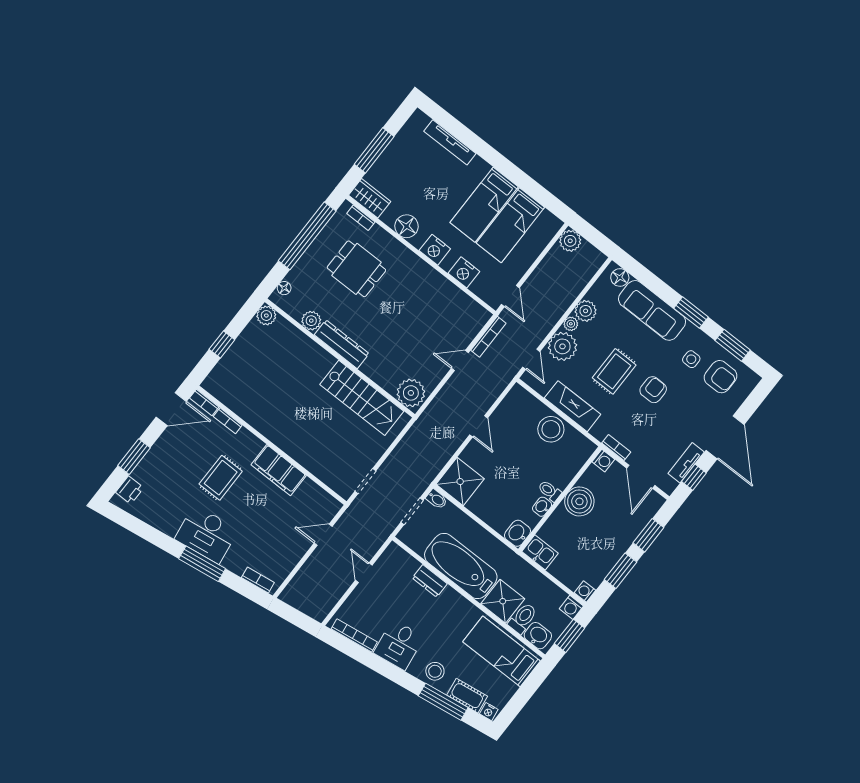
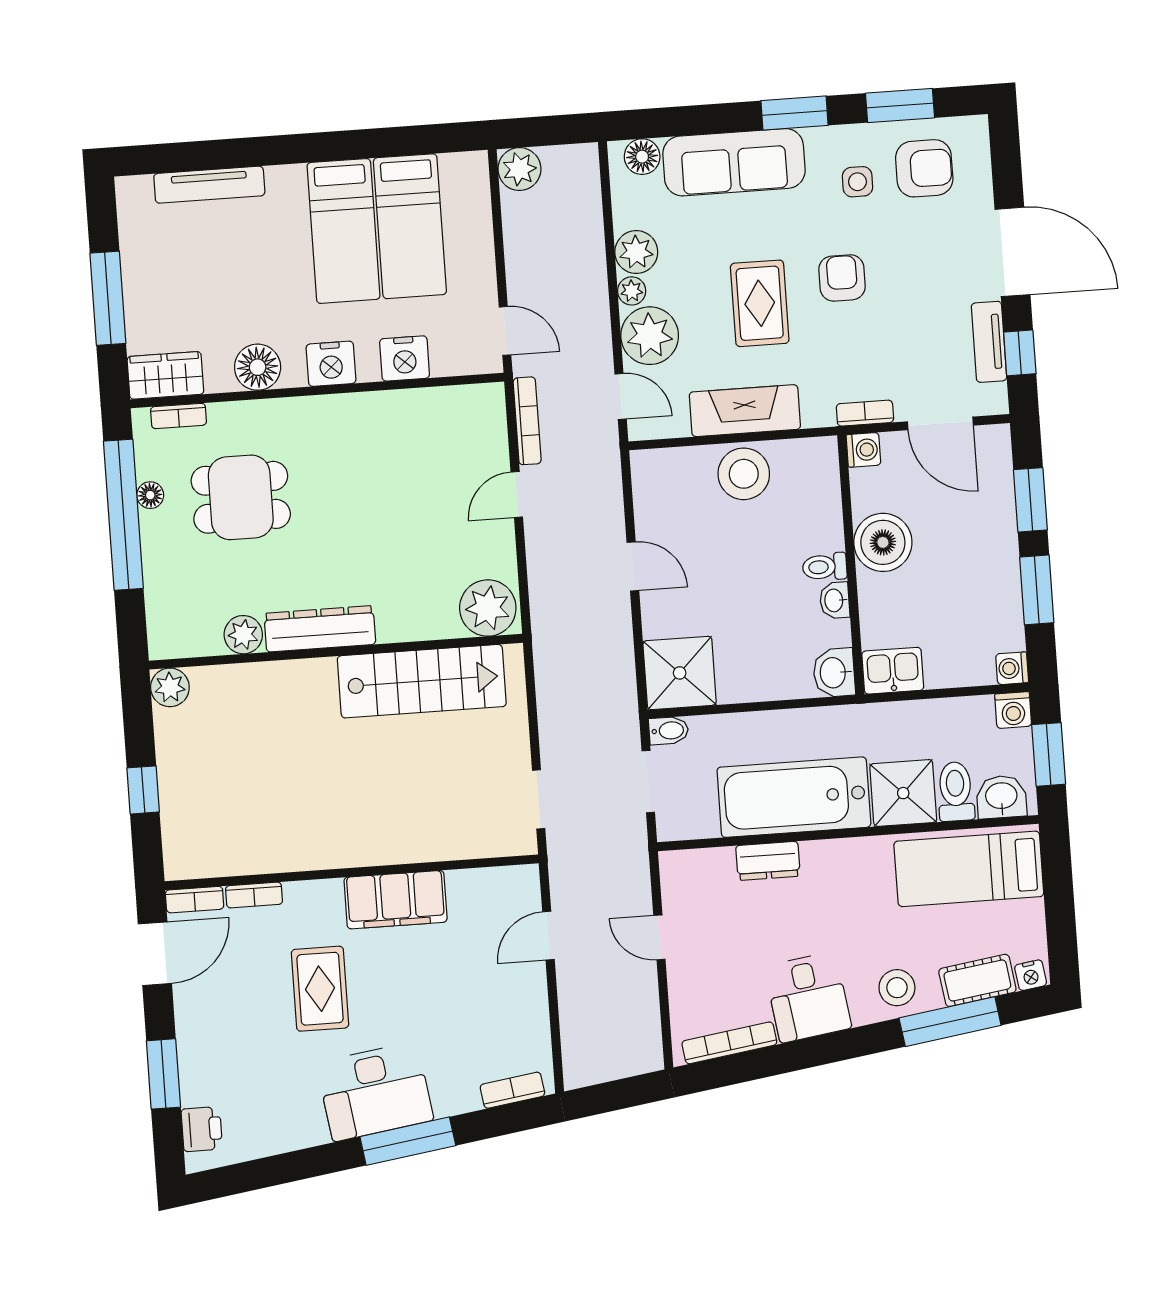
floor lamp: (284, 288) -> (150, 495), moved

